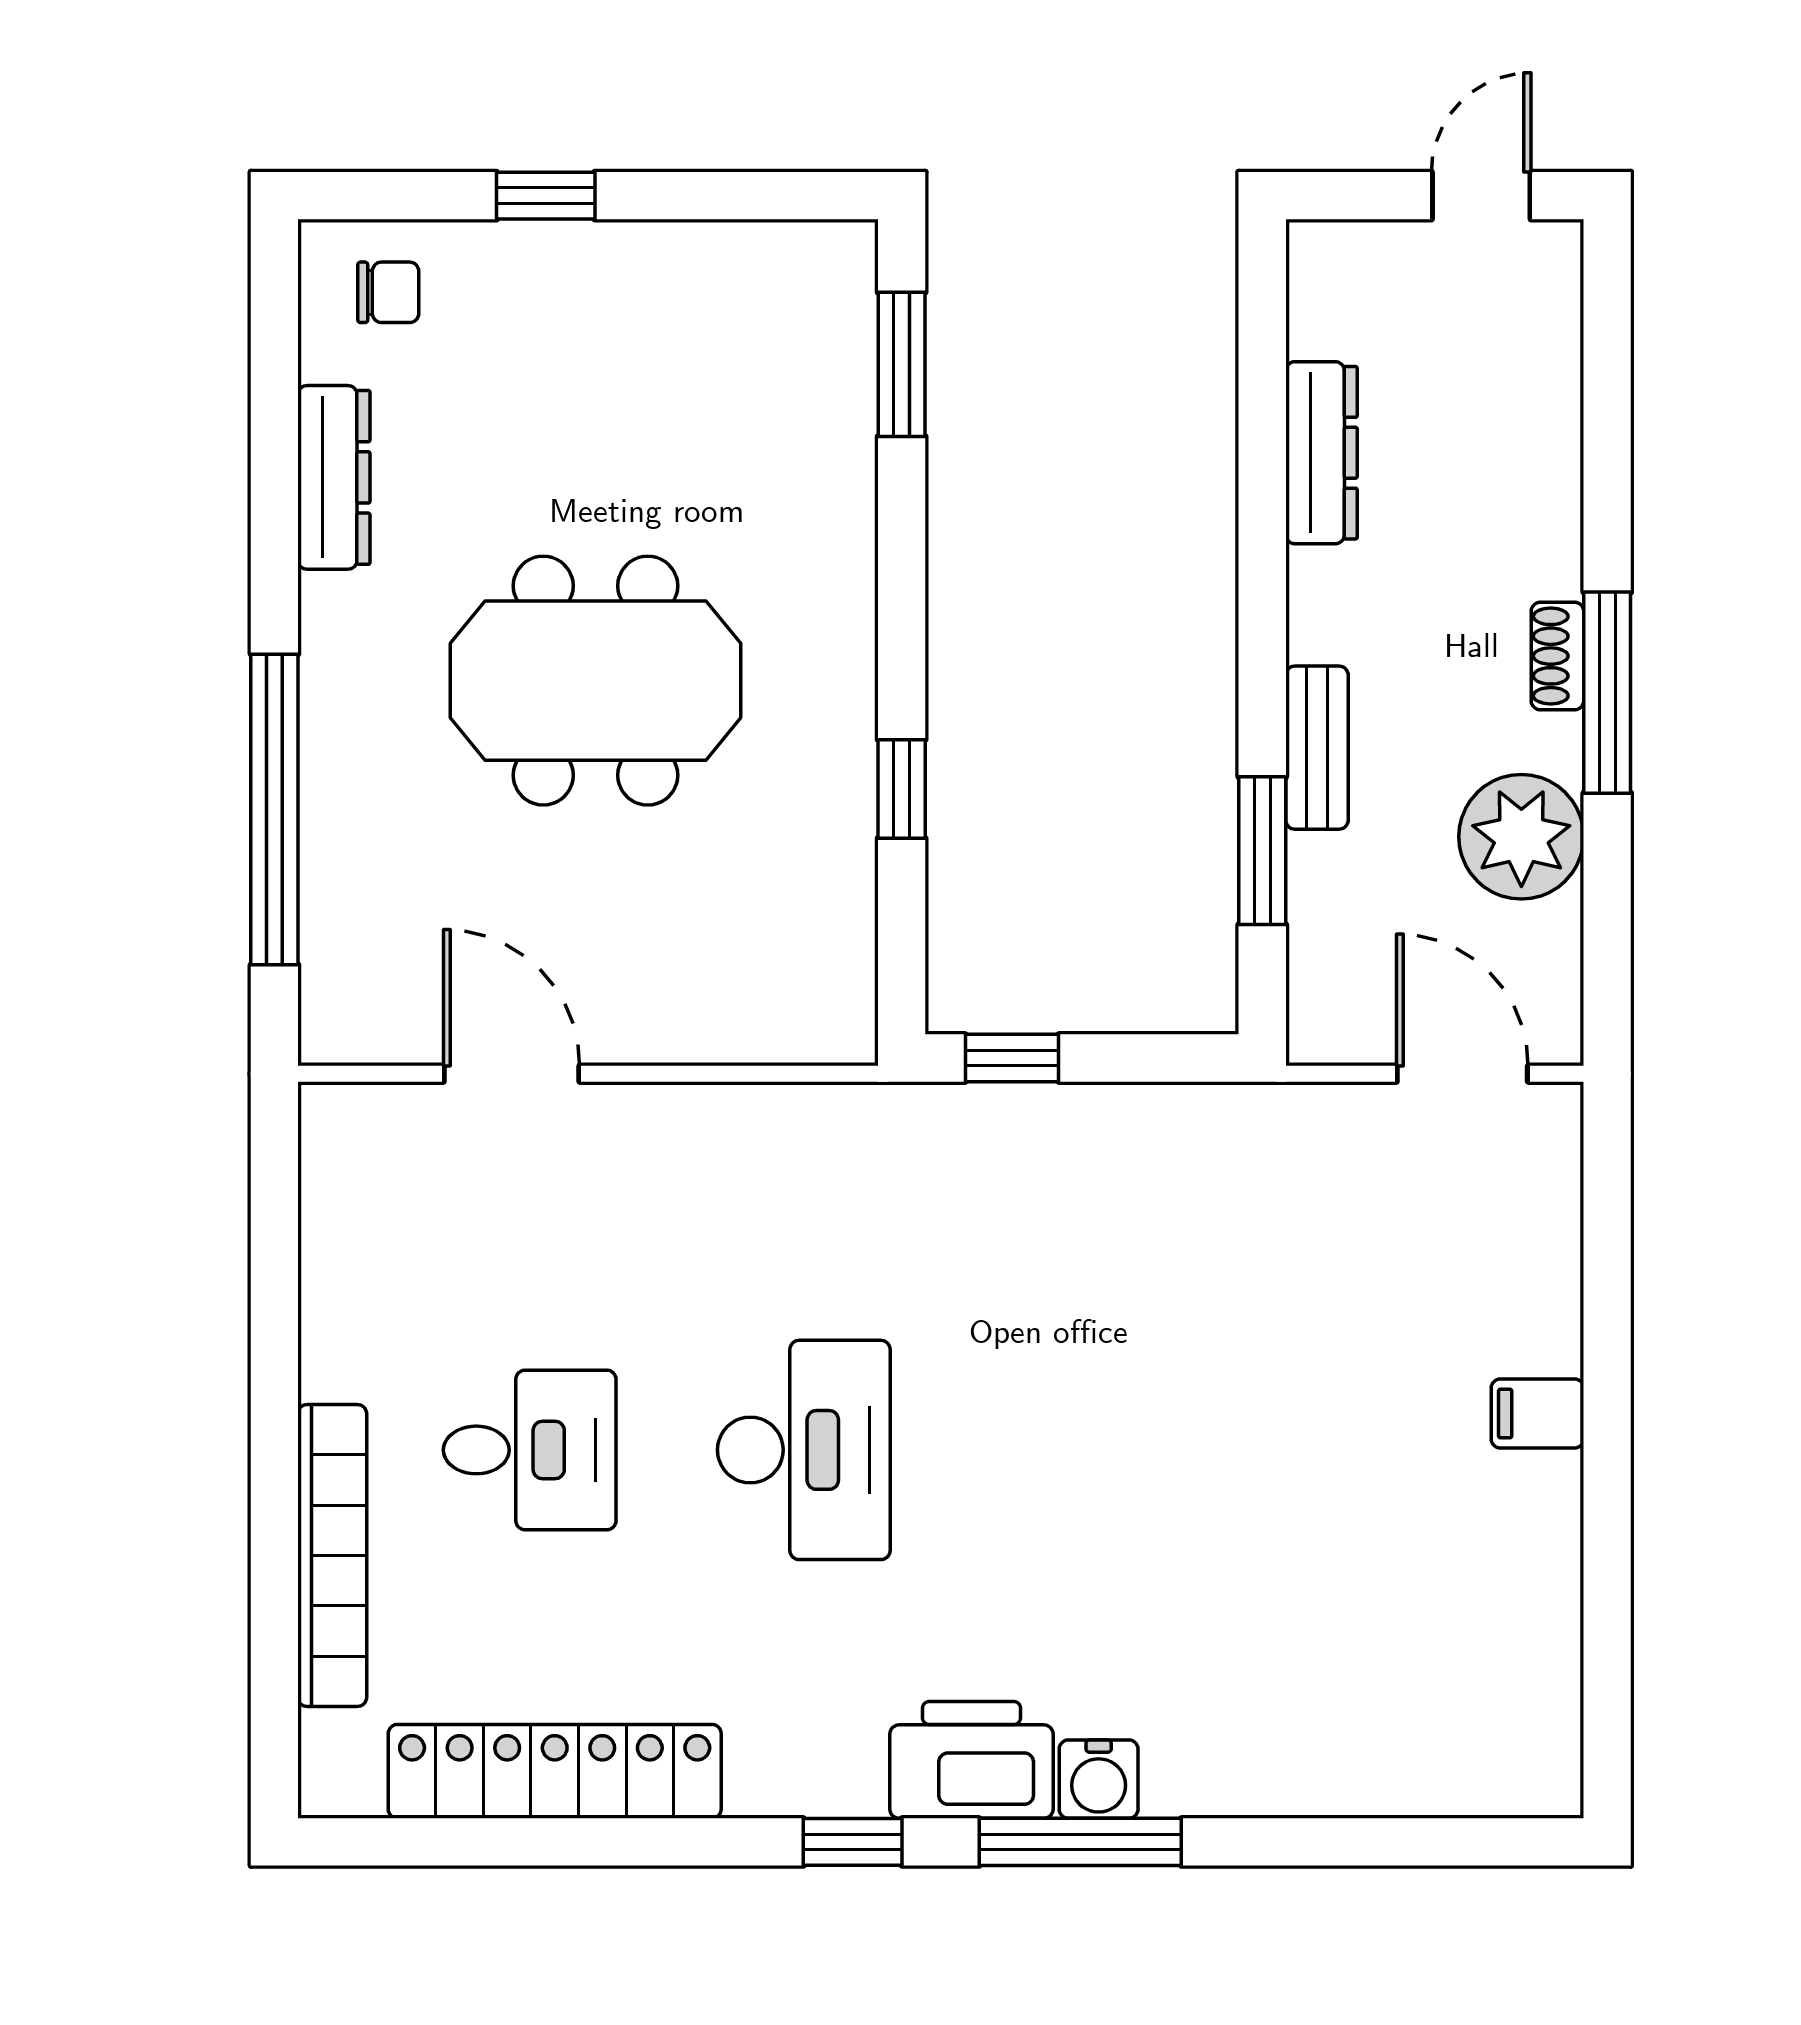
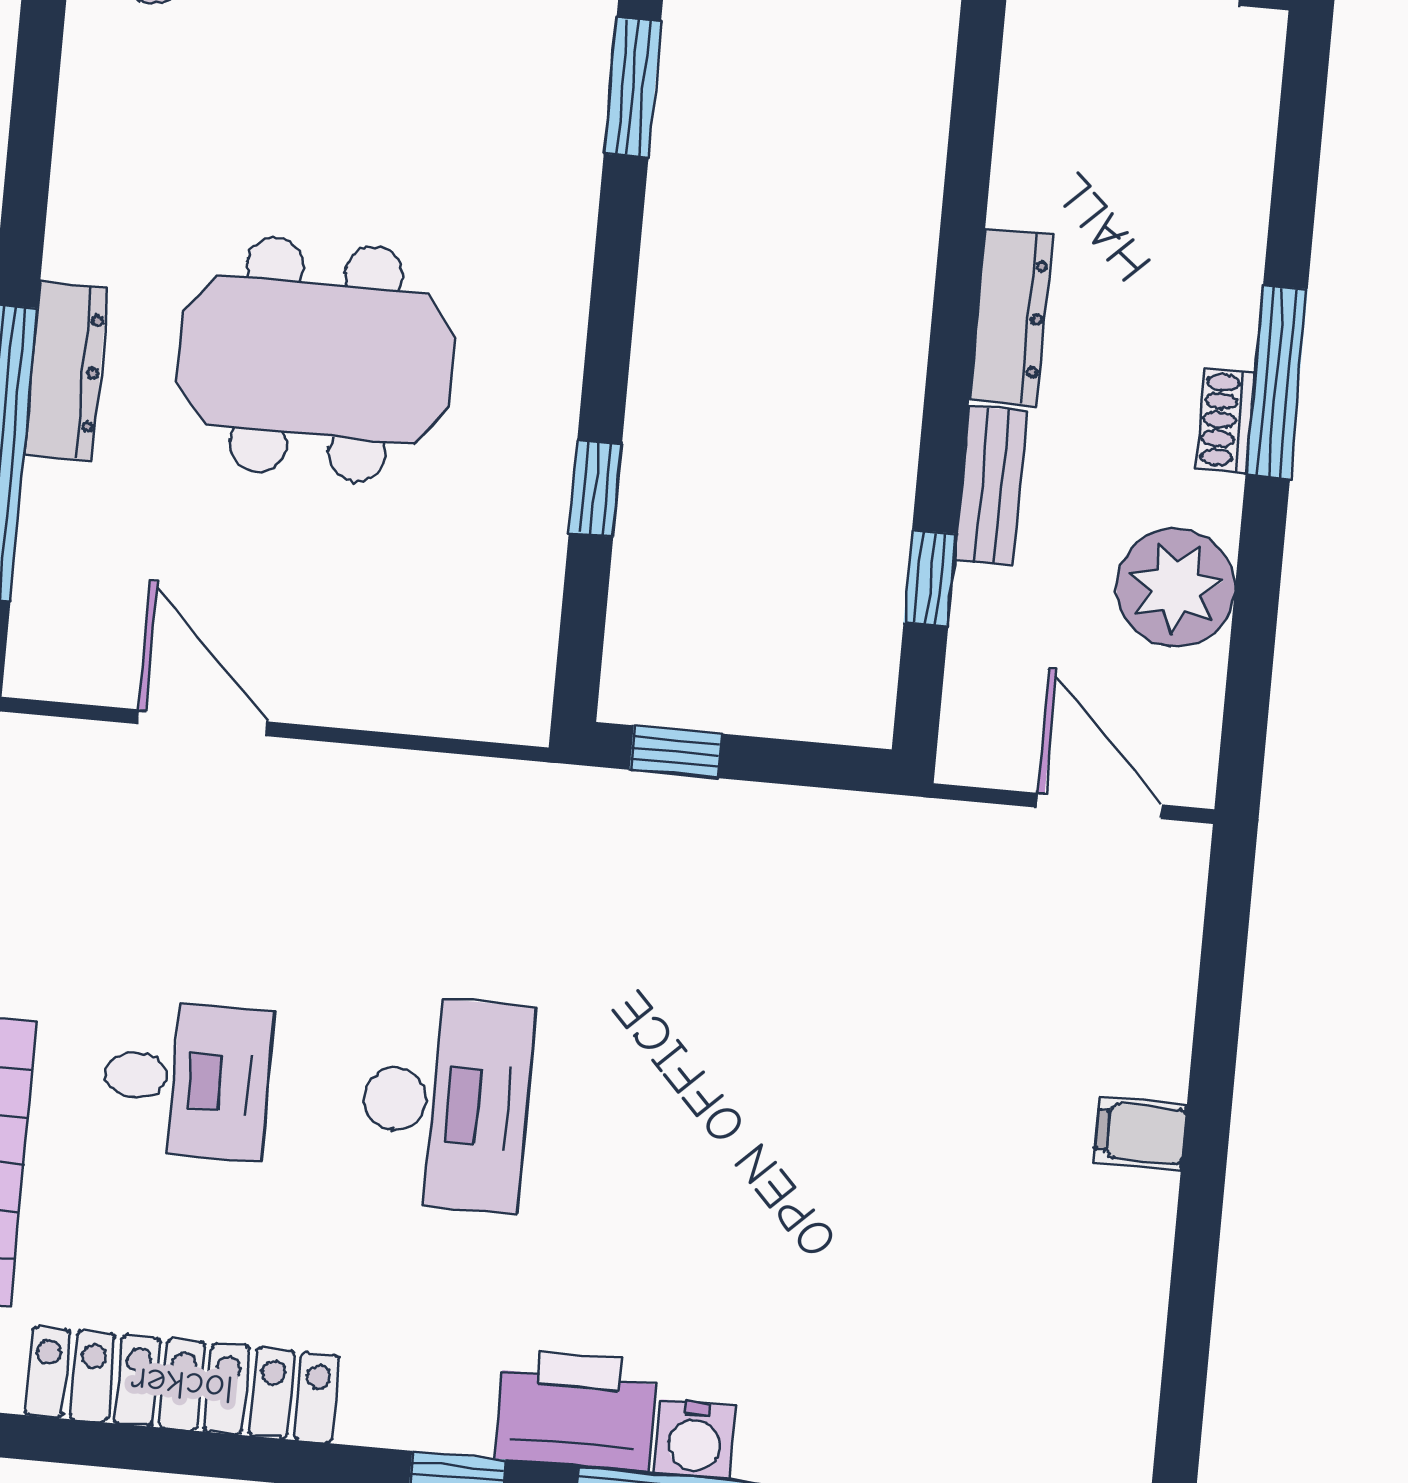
dresser: (1321, 453) -> (1011, 317), moved
dresser: (334, 477) -> (66, 371), moved
window: (1607, 693) -> (1277, 382), moved
window: (1262, 851) -> (930, 578), width x0.67

